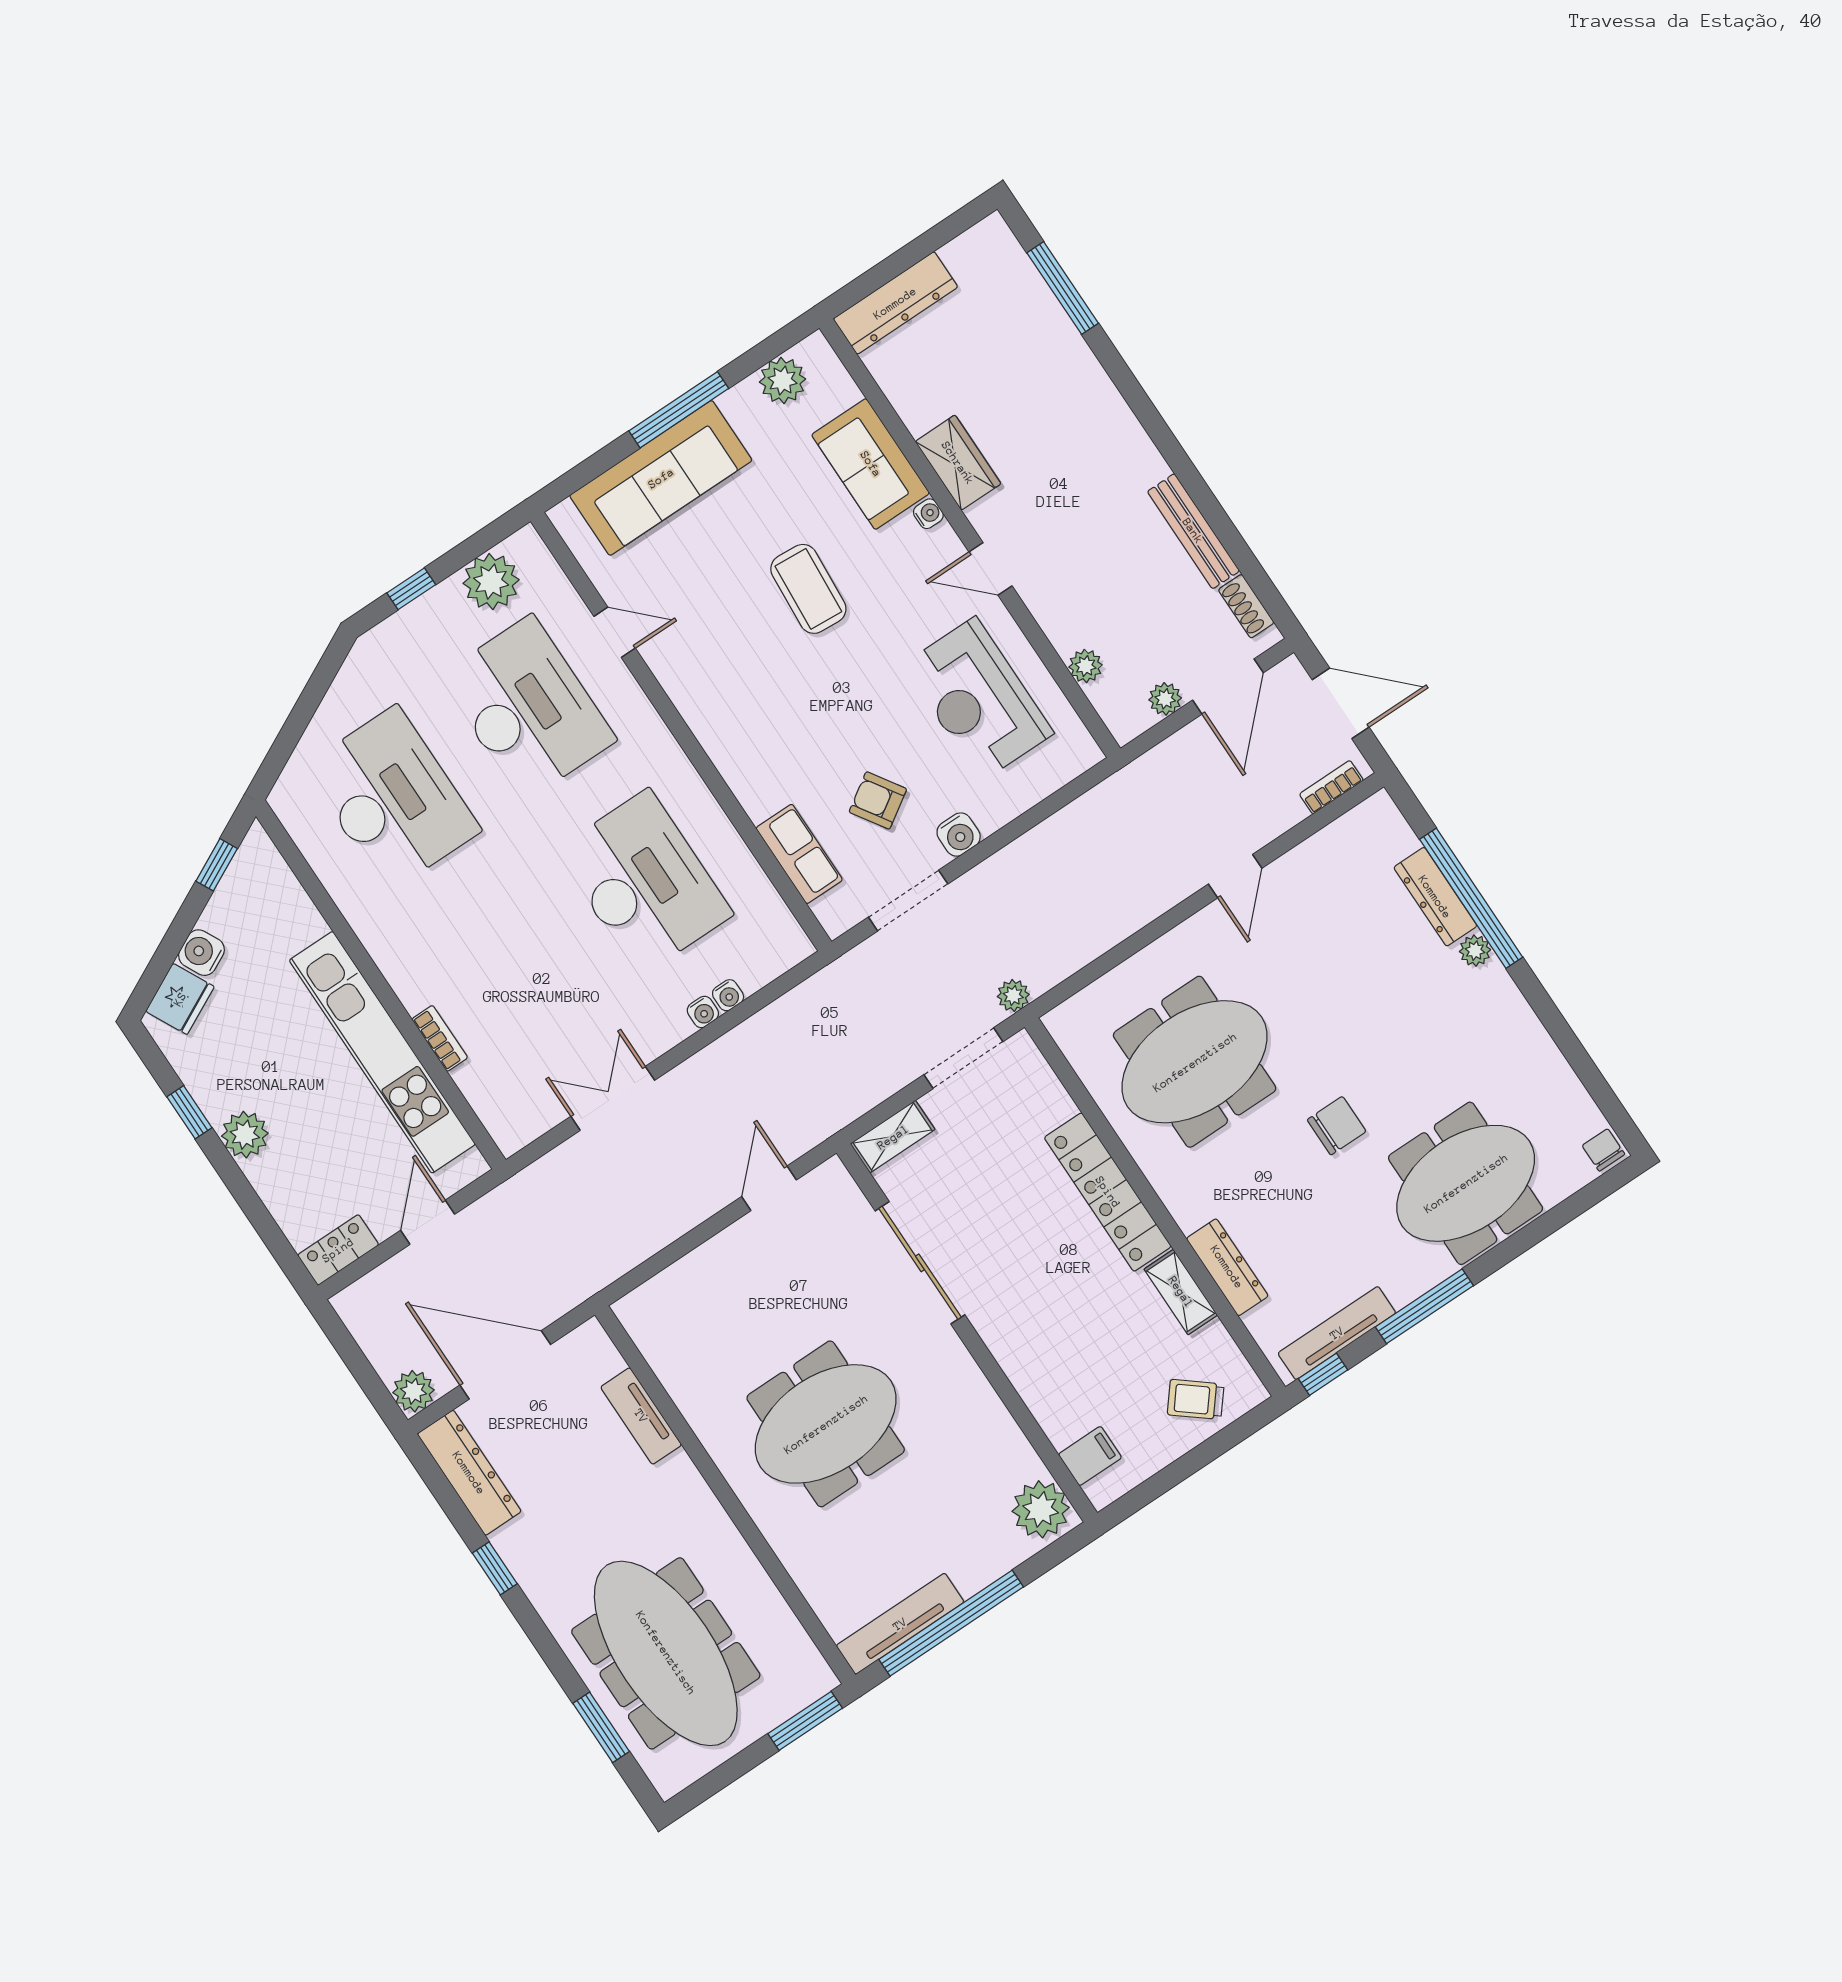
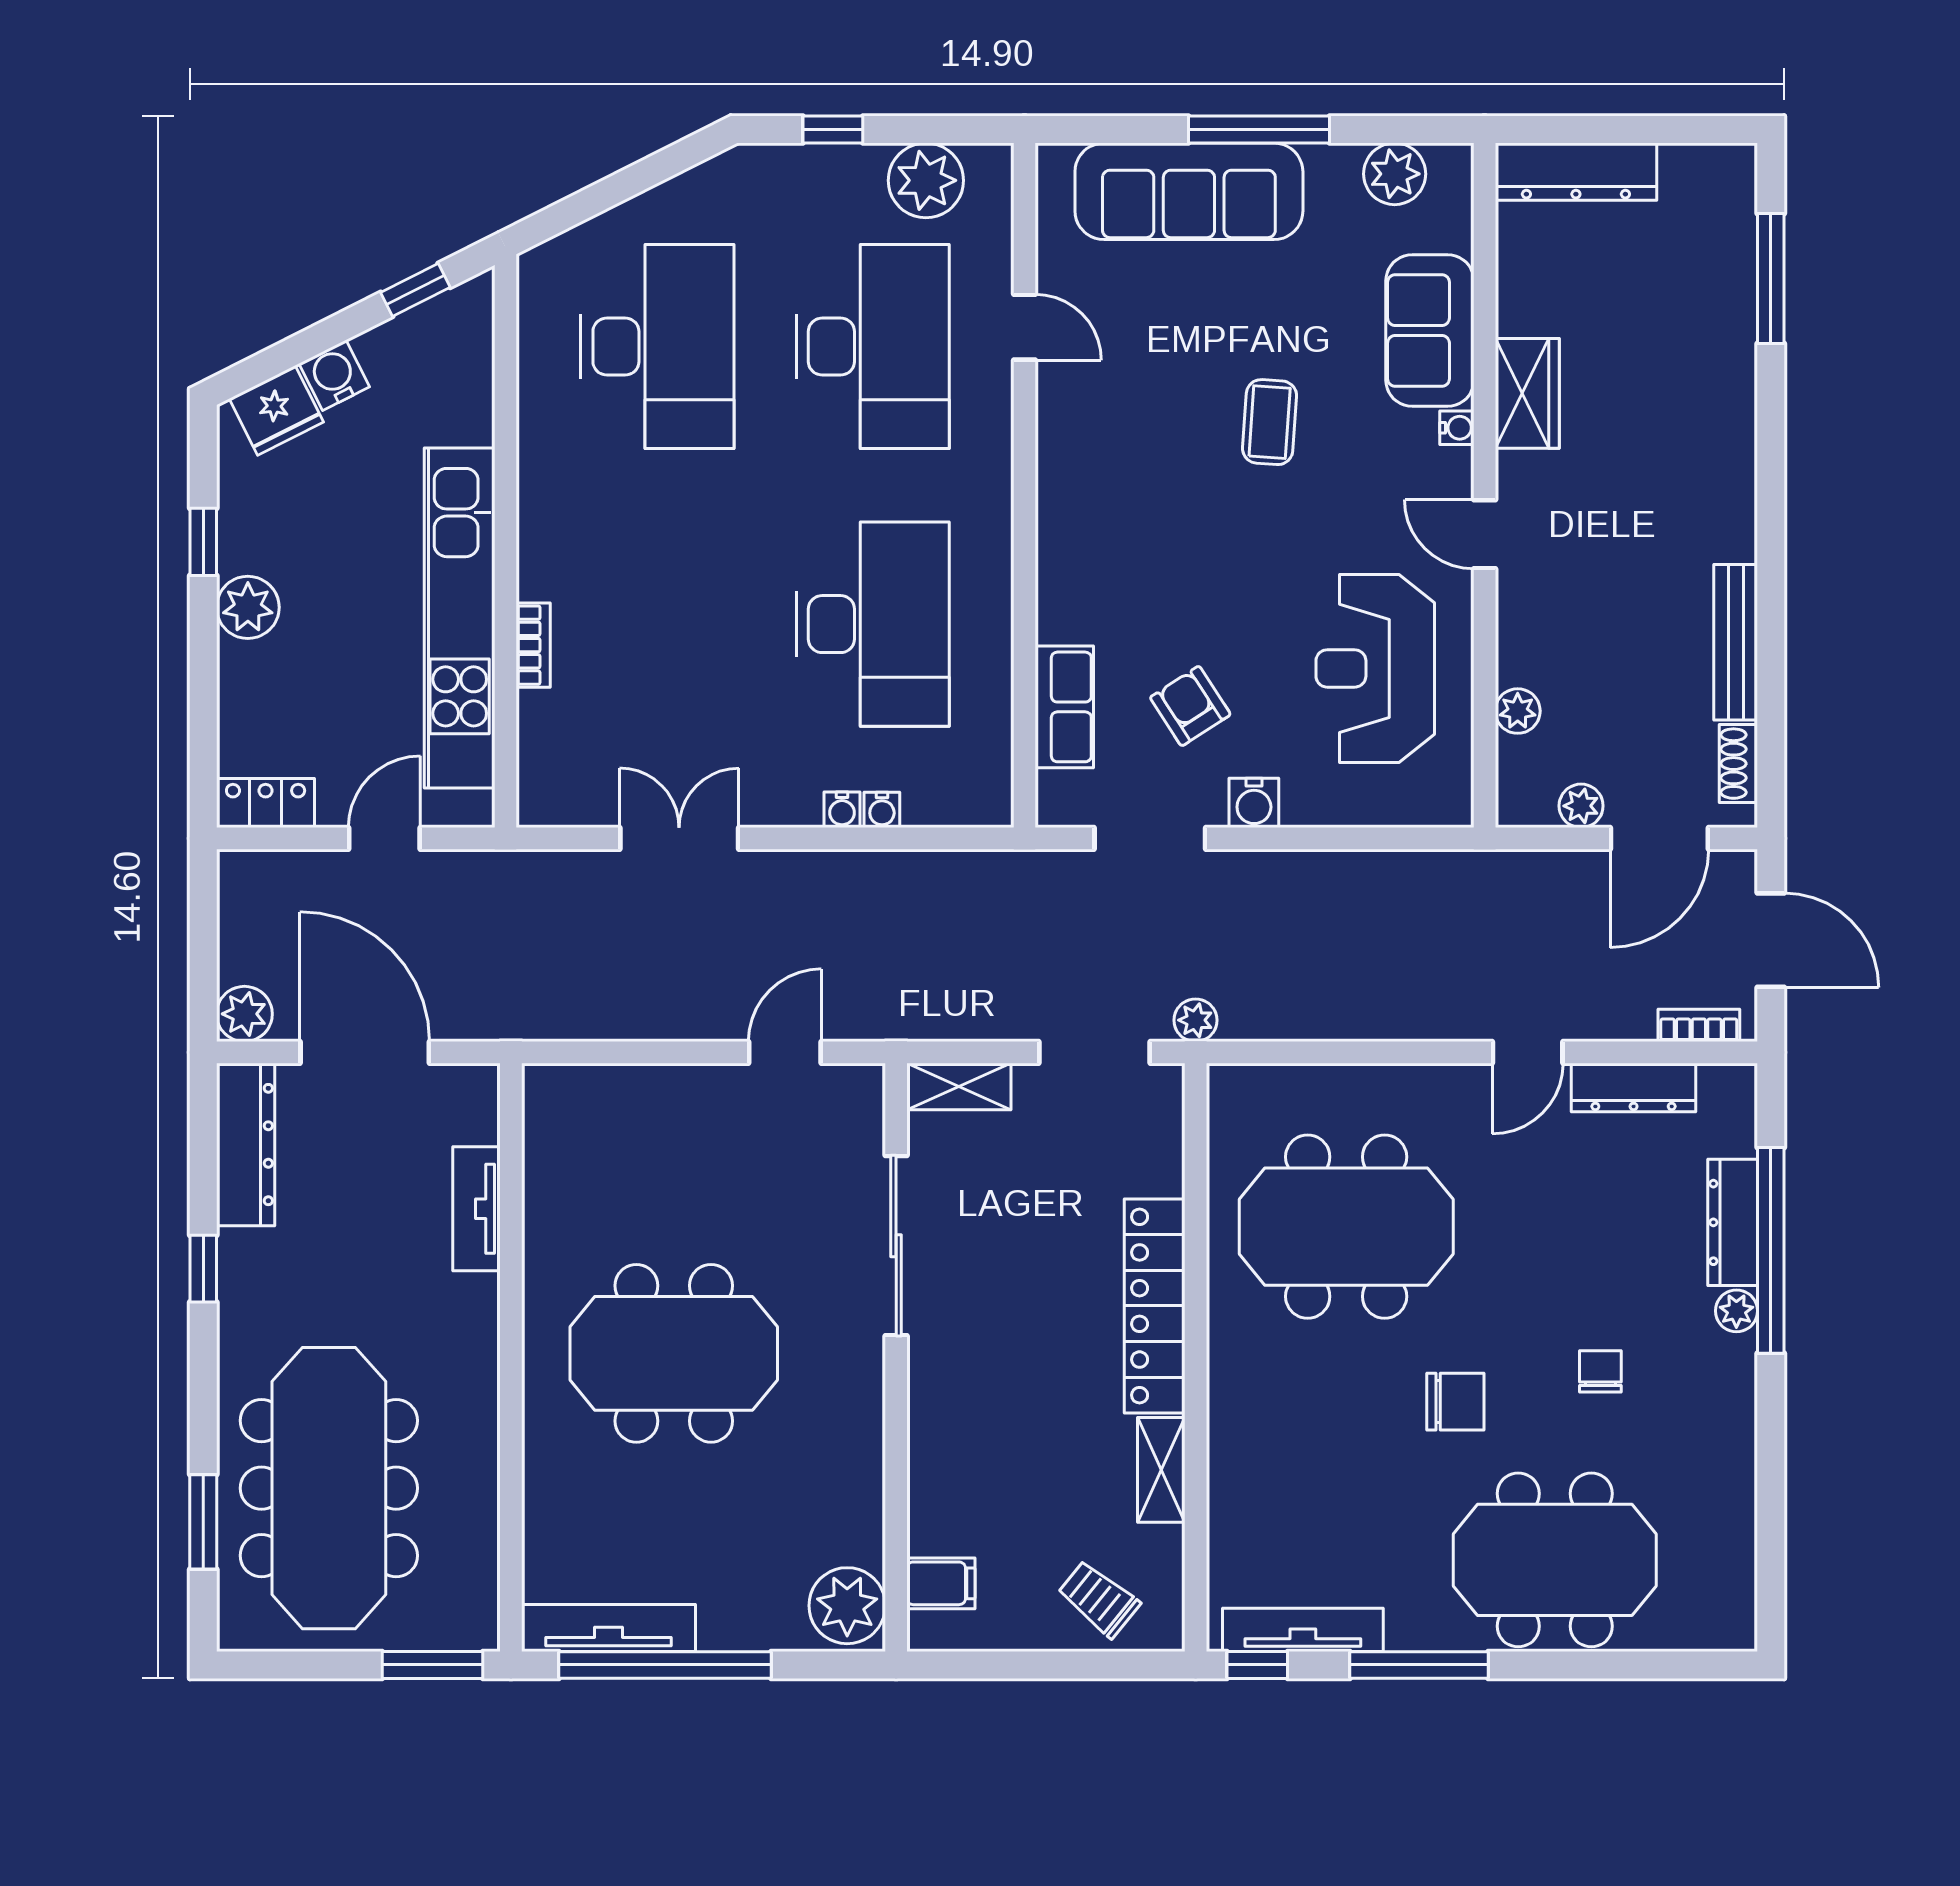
coffee table: (808, 589) -> (1270, 422), width x0.73, depth x0.77
chair: (1603, 1150) -> (1600, 1371), moved
dresser: (1227, 1267) -> (1634, 1087), moved, turned 90

